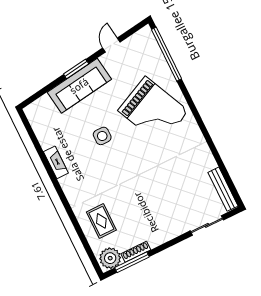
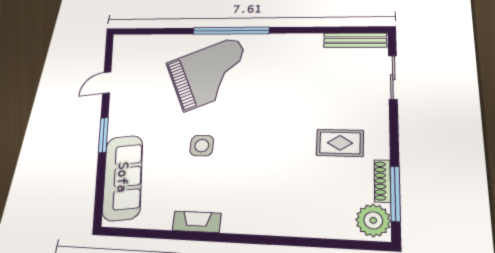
door: (111, 45) -> (107, 83), hinge flipped
window: (167, 54) -> (231, 31), moved
sofa: (79, 86) -> (123, 177), moved
rug: (101, 221) -> (340, 143), moved

